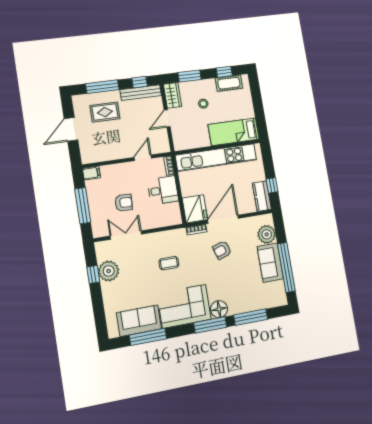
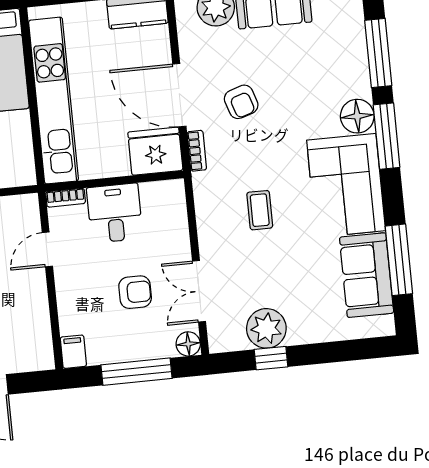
door: (143, 158) -> (47, 249), hinge flipped
armchair: (124, 203) -> (135, 292), turned 87
floor lamp: (98, 231) -> (188, 344), added

